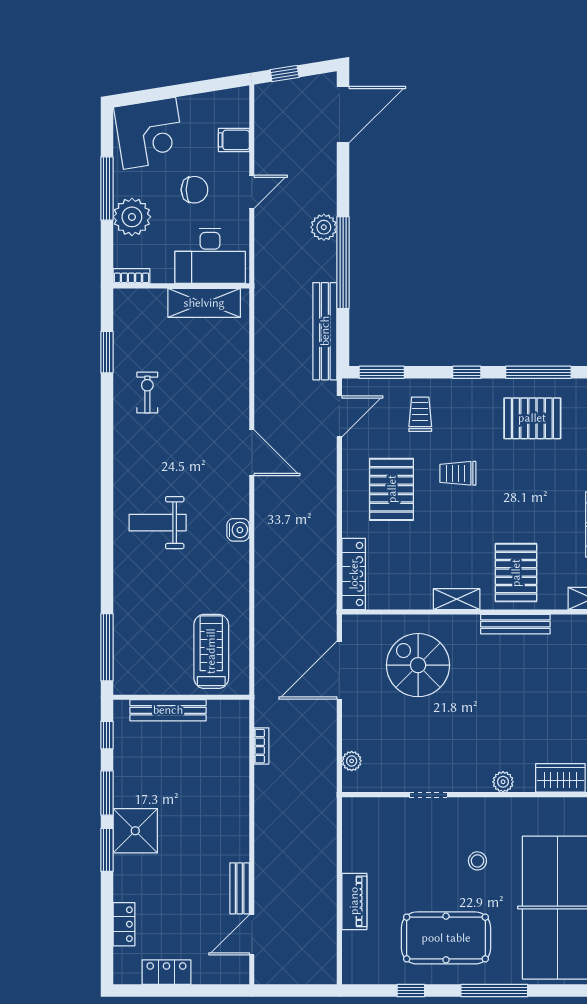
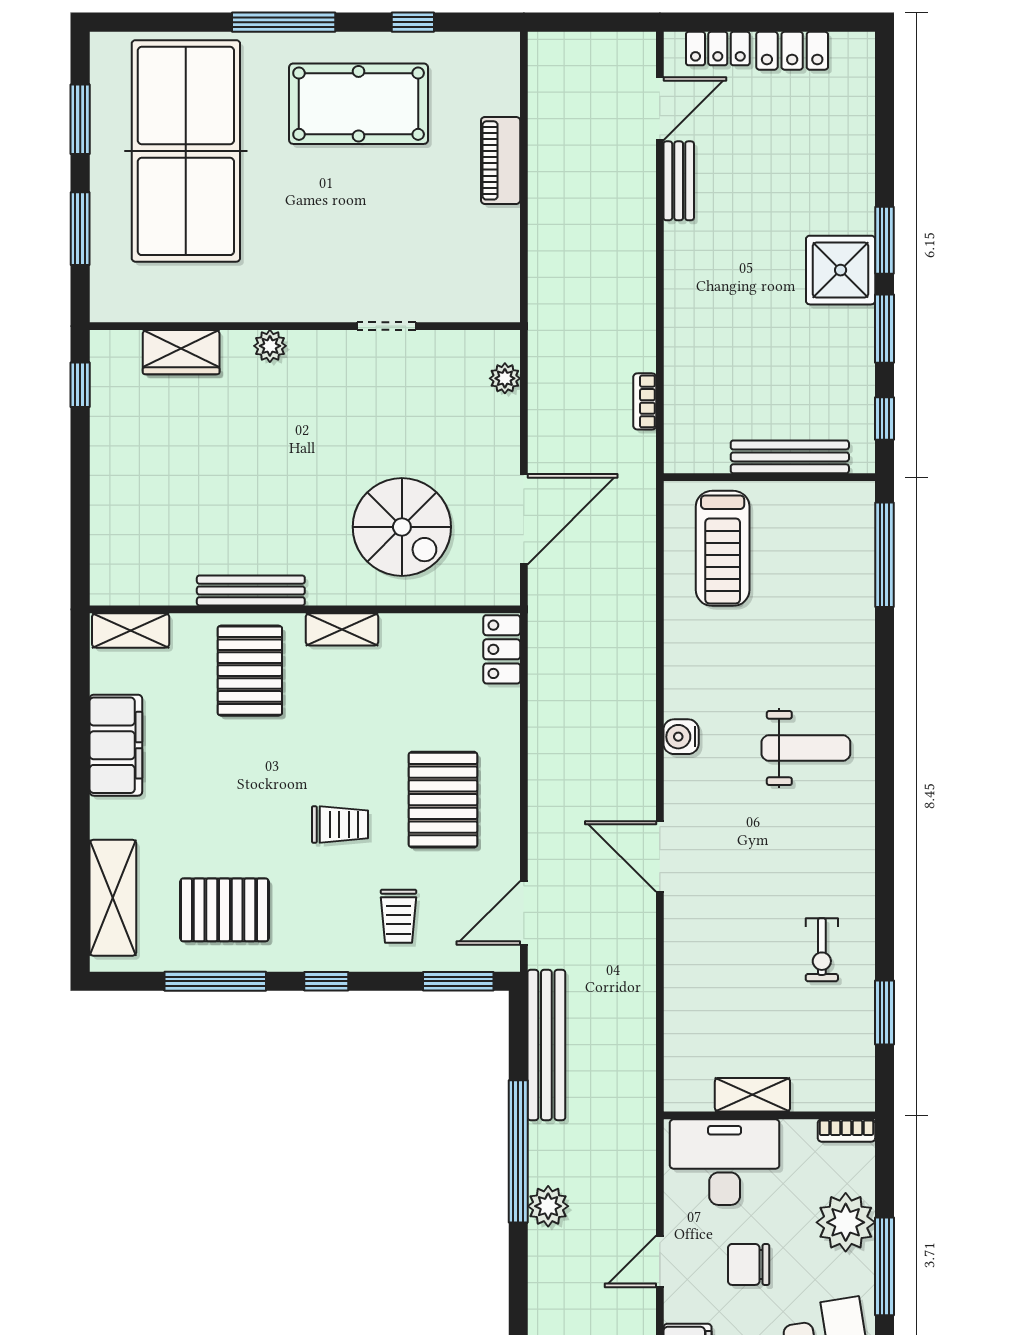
shelving: (204, 303) -> (752, 1095), width x0.67, depth x0.75
locker: (354, 574) -> (502, 649), width x0.66
stool: (477, 861) -> (310, 223), removed
locker: (124, 924) -> (718, 49), moved, turned -90

